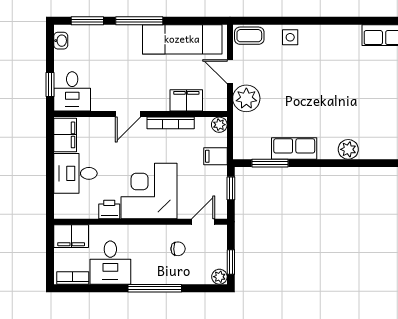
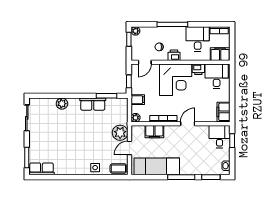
door: (230, 72) -> (129, 148), swing flipped
desk: (75, 173) -> (217, 76), moved, turned -90
printer: (152, 234) -> (174, 55), added

